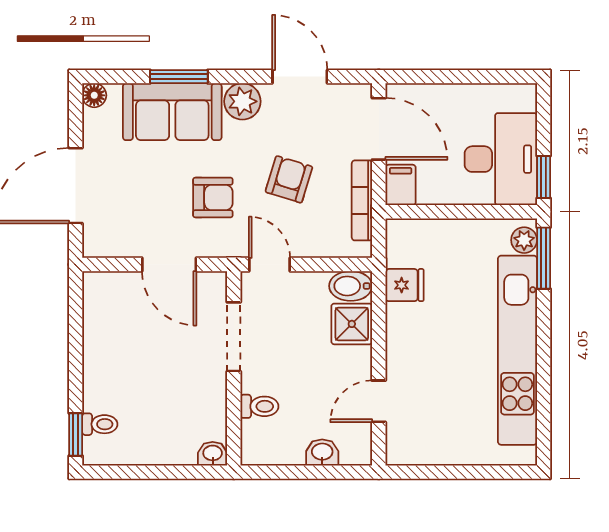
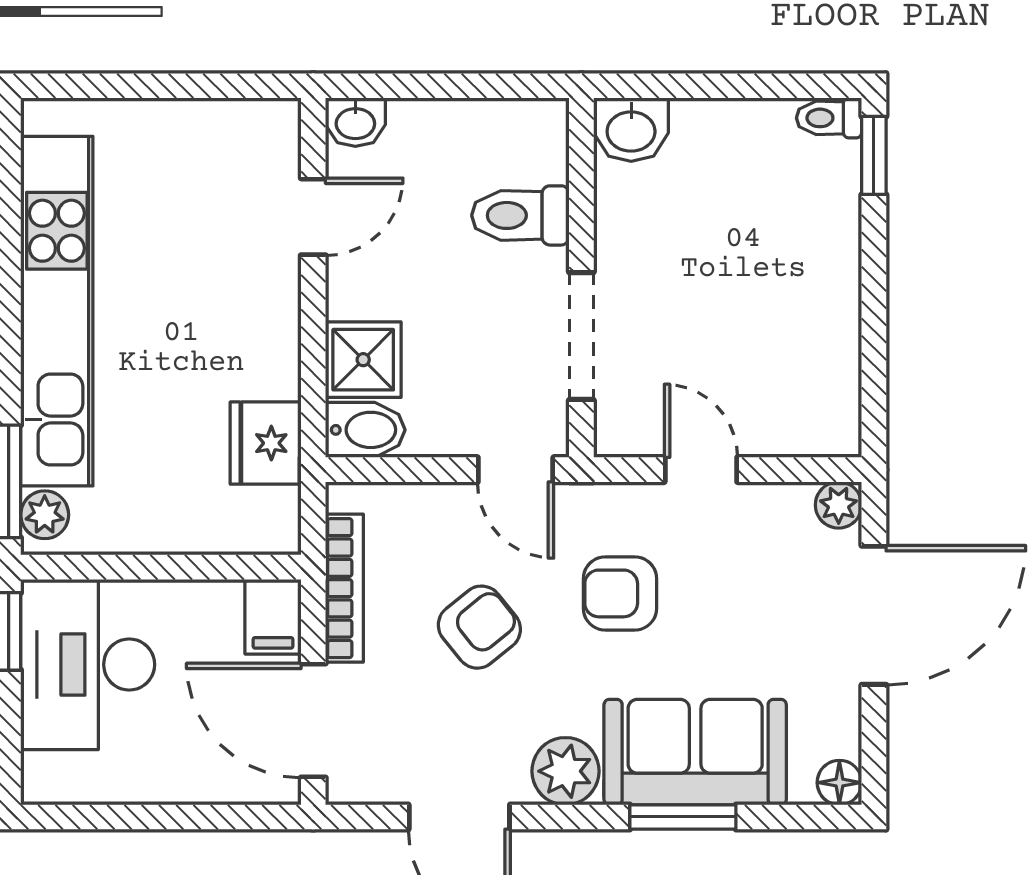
armchair: (289, 179) -> (479, 627), turned -146
plant: (95, 245) -> (839, 505), added
door: (169, 264) -> (701, 470), width x0.73
fridge: (405, 285) -> (266, 443), width x1.38
toilet: (259, 406) -> (520, 215), width x1.37, depth x1.39
toilet: (100, 424) -> (829, 118), moved
washbasin: (322, 452) -> (355, 122), moved
washbasin: (213, 454) -> (631, 130), width x1.38, depth x1.45

